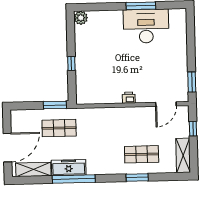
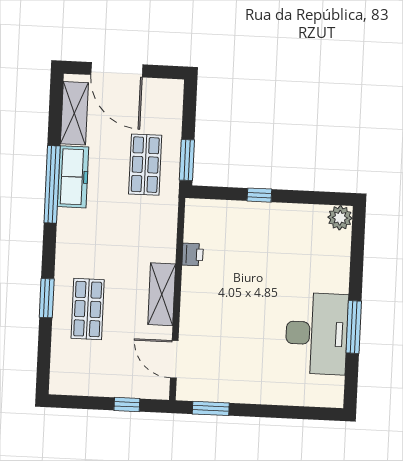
printer: (129, 98) -> (193, 254), moved
shelving: (183, 155) -> (162, 294), moved, turned 90

